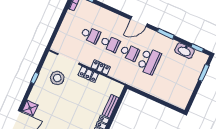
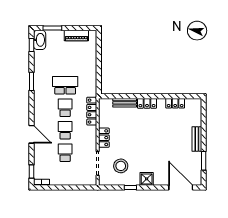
door: (139, 22) -> (32, 134), moved
washbasin: (185, 51) -> (40, 40), moved
locker: (101, 67) -> (92, 111), moved, width x1.53
piano: (188, 91) -> (76, 36), added
shower: (30, 108) -> (147, 179), moved

